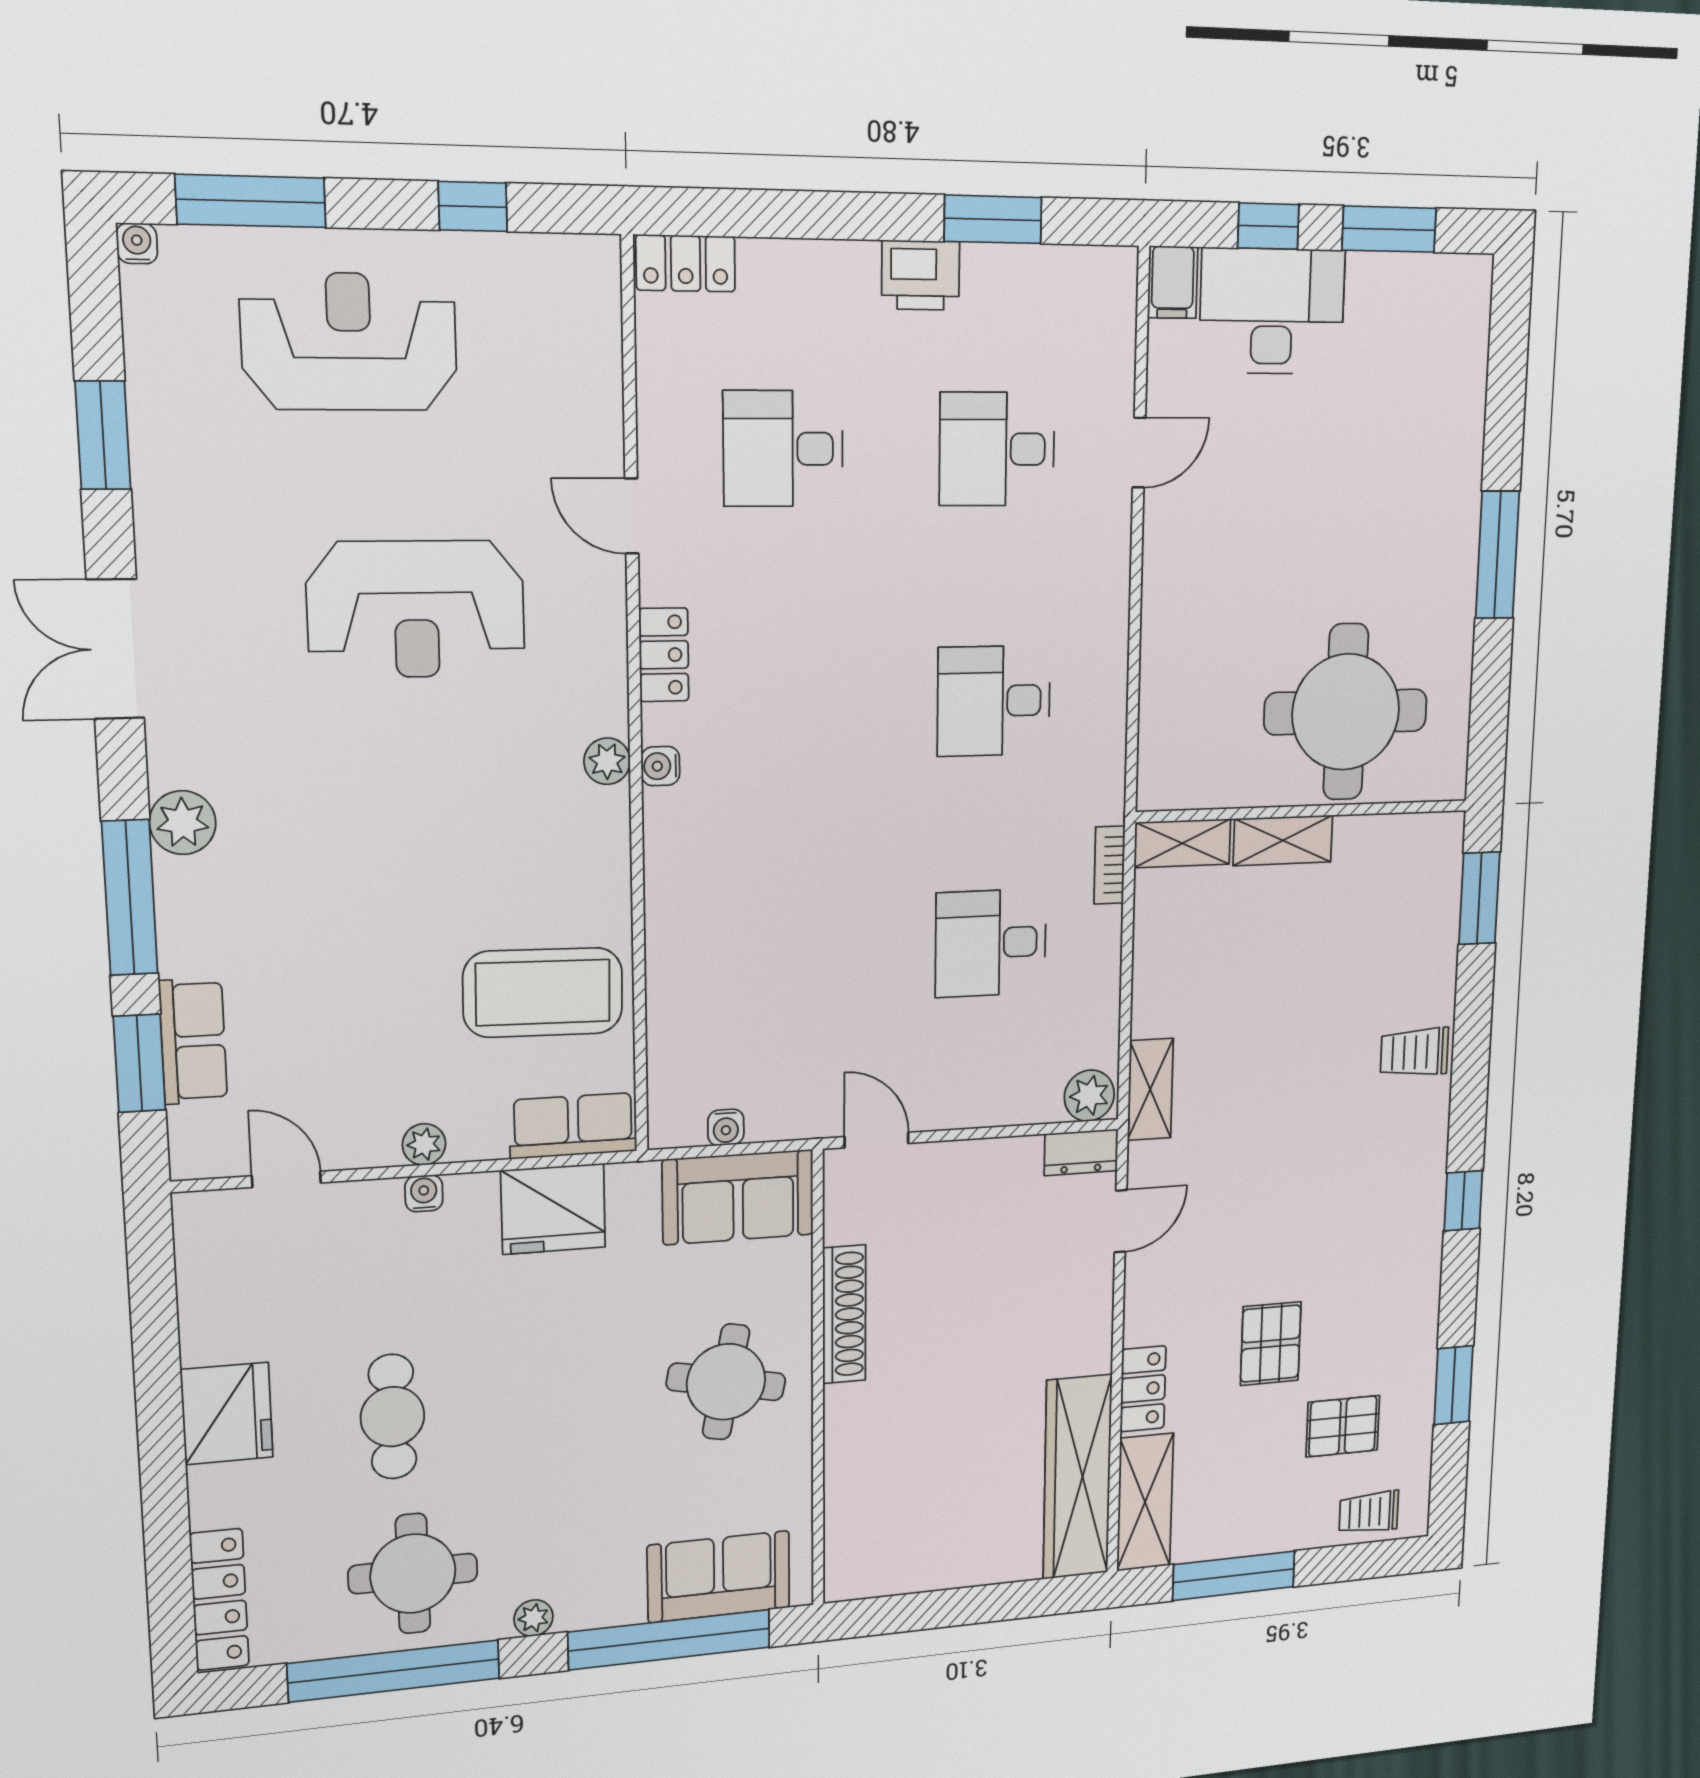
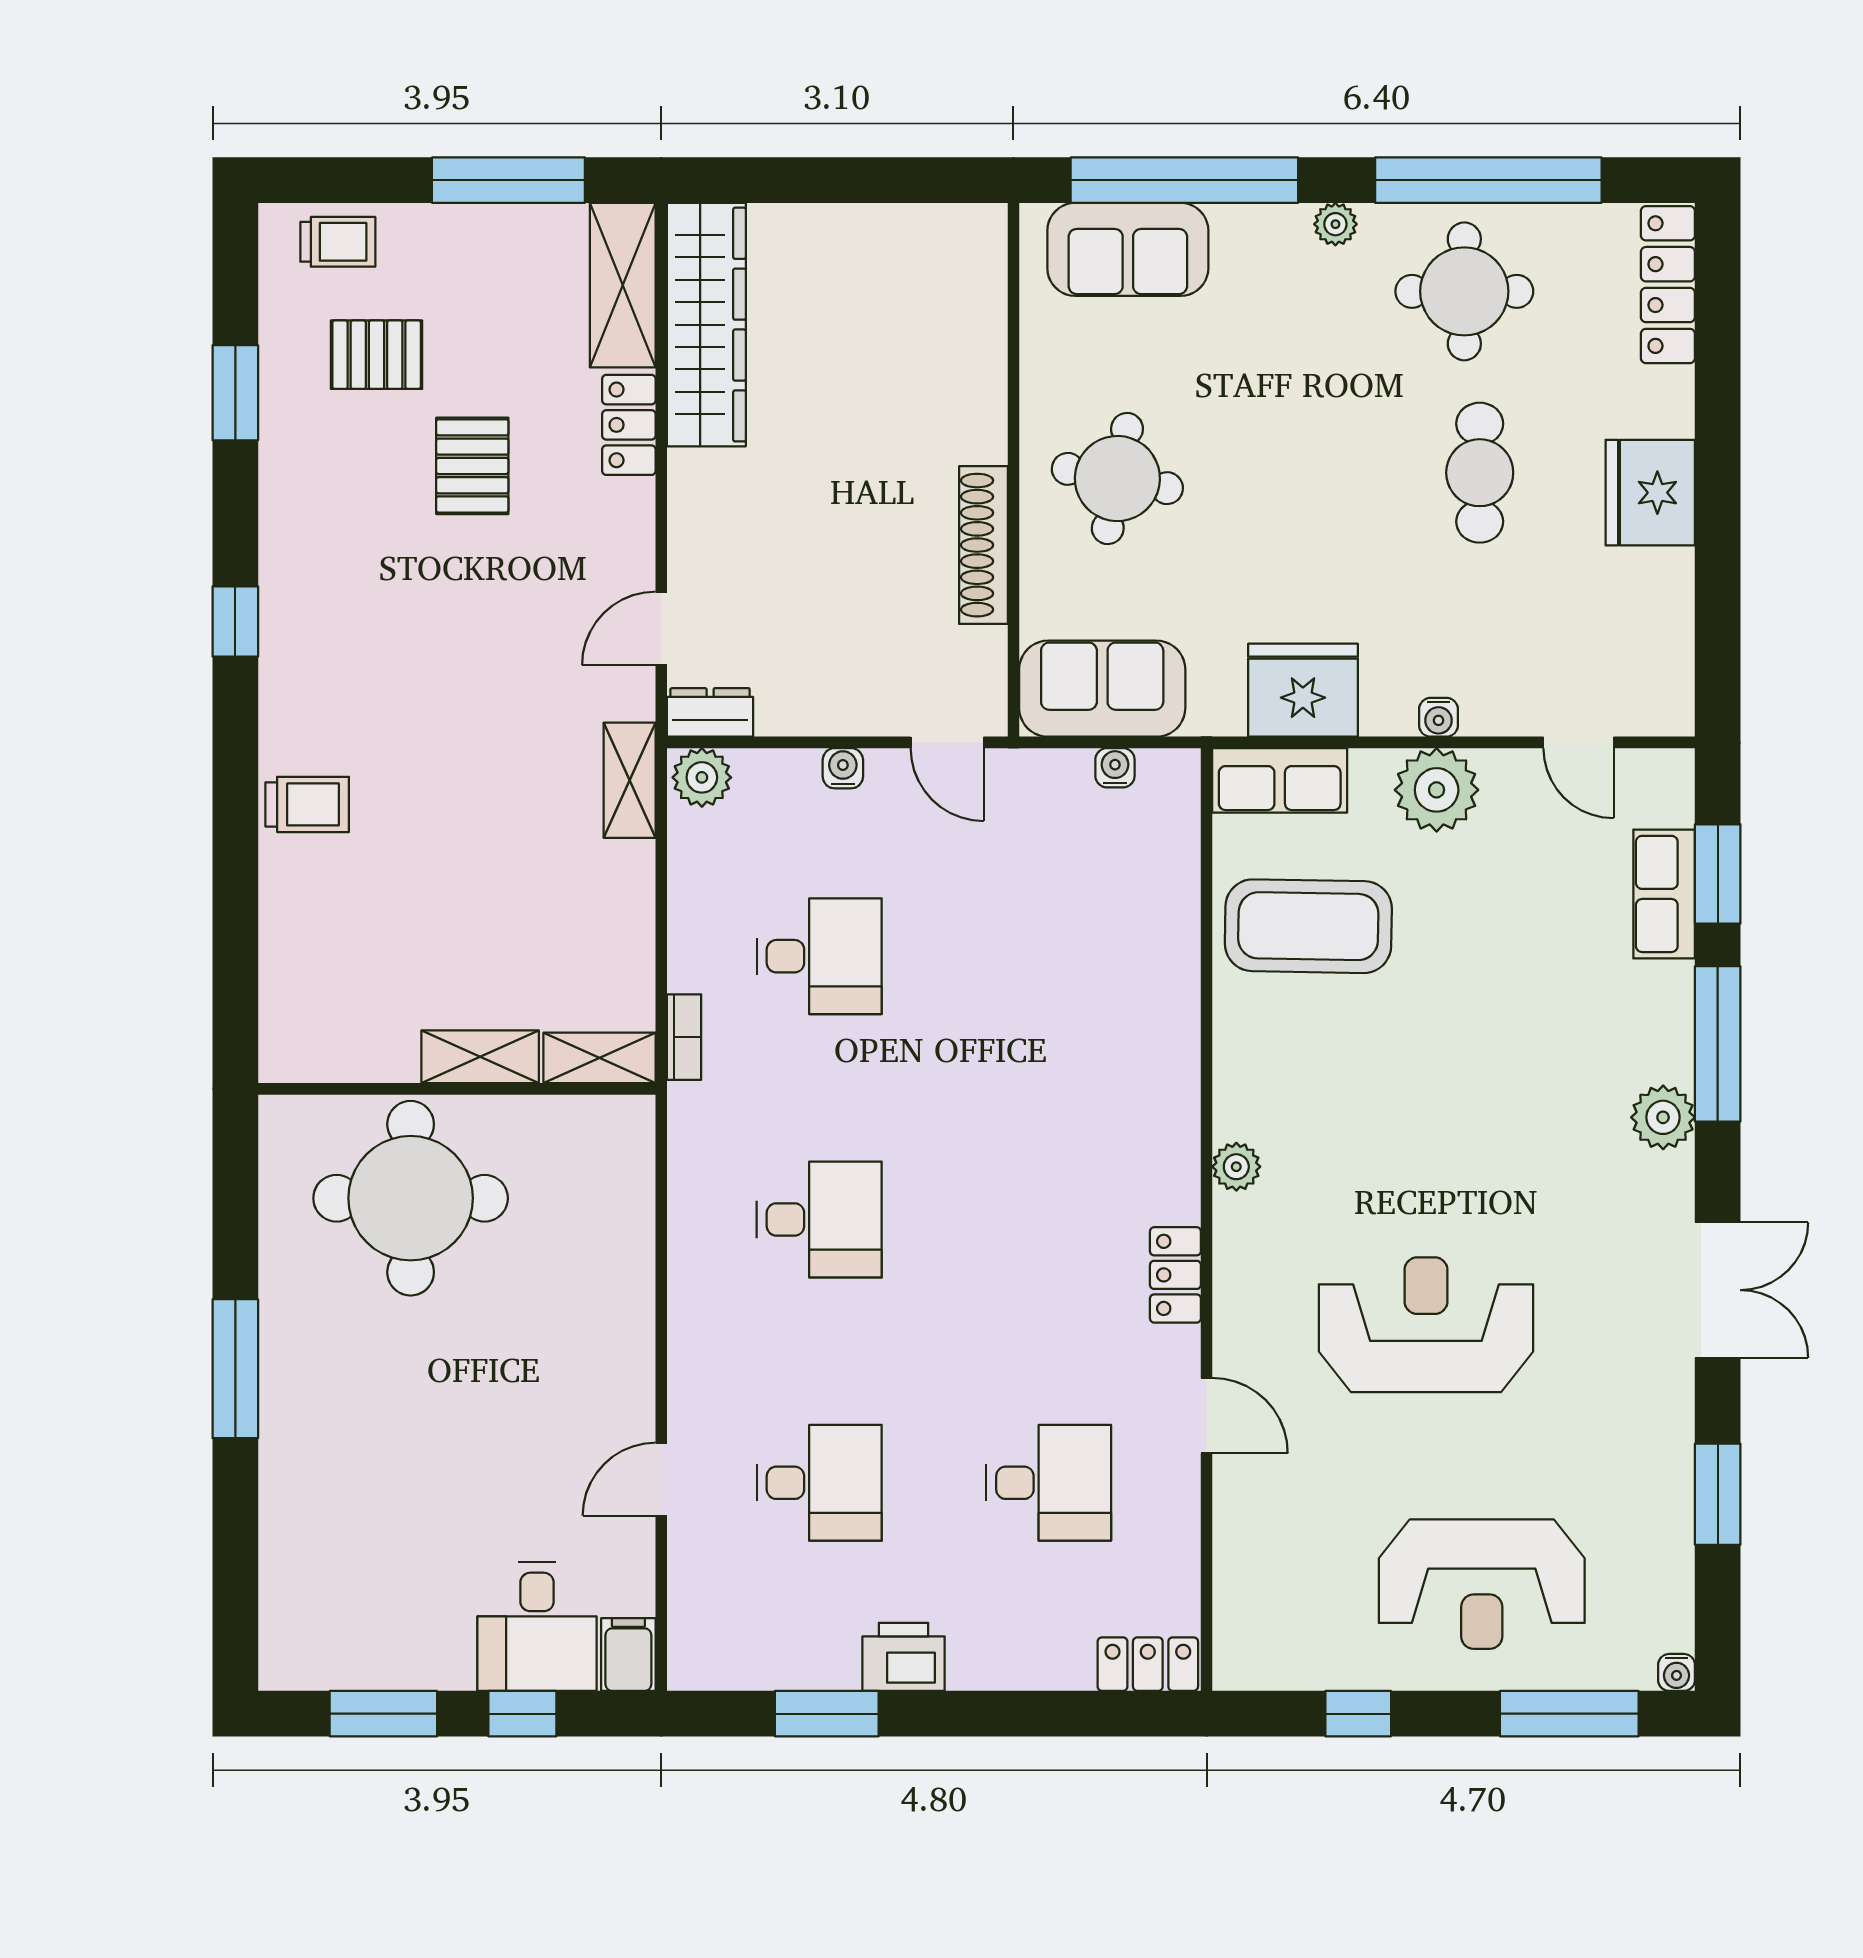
desk: (1272, 311) -> (537, 1627), width x0.73
water cooler: (660, 766) -> (843, 768), moved, turned -90
window: (1479, 898) -> (235, 981), removed
plant: (424, 1144) -> (1437, 790), width x1.88, depth x1.88

